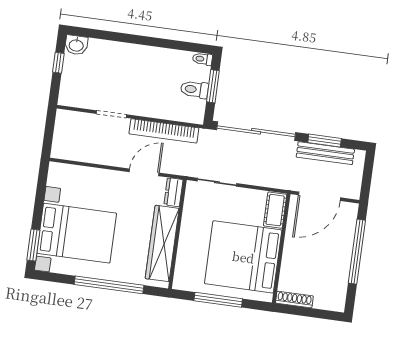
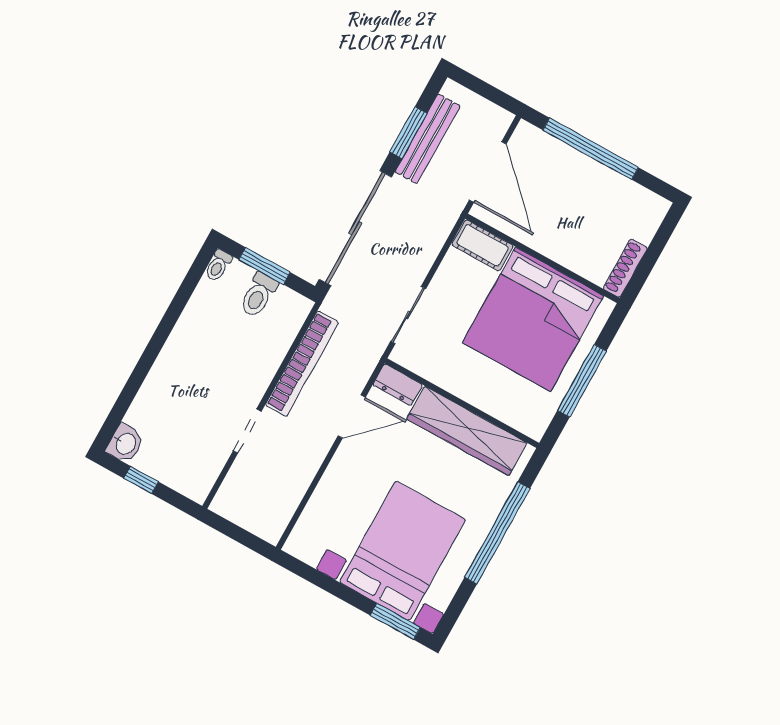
door: (144, 172) -> (352, 416), swing flipped

